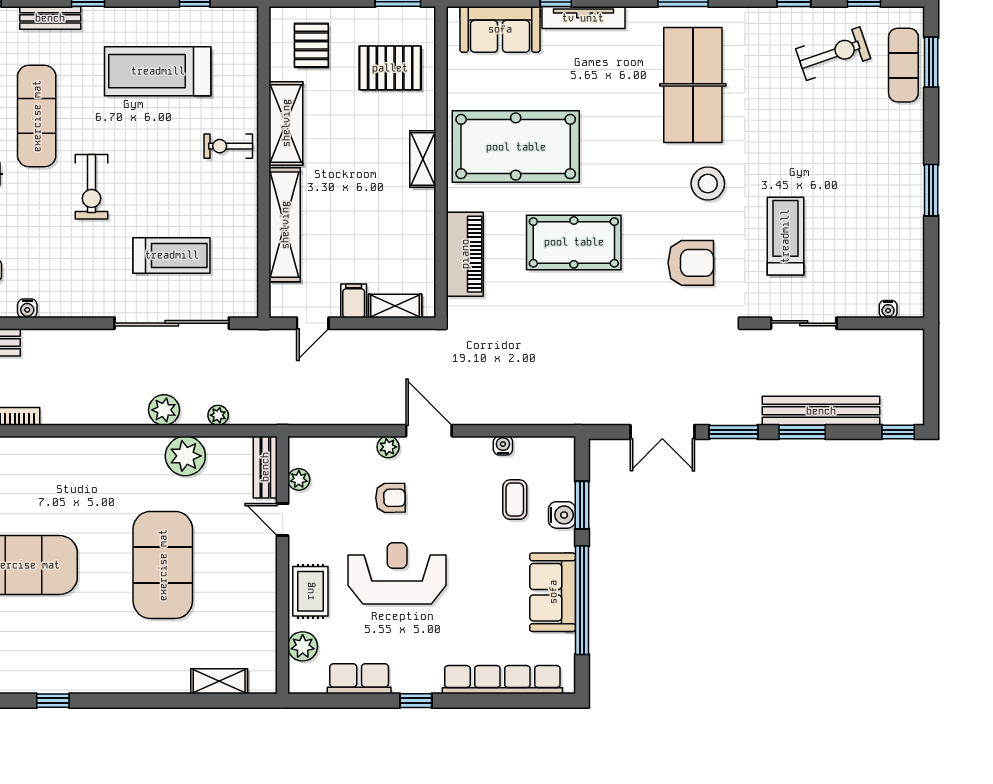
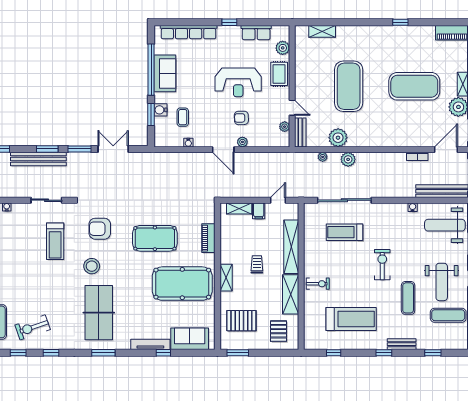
exercise mat: (37, 116) -> (408, 298), width x0.73, depth x0.69
trolley: (357, 187) -> (257, 264), added
piano: (465, 254) -> (208, 238), width x0.73, depth x0.75

